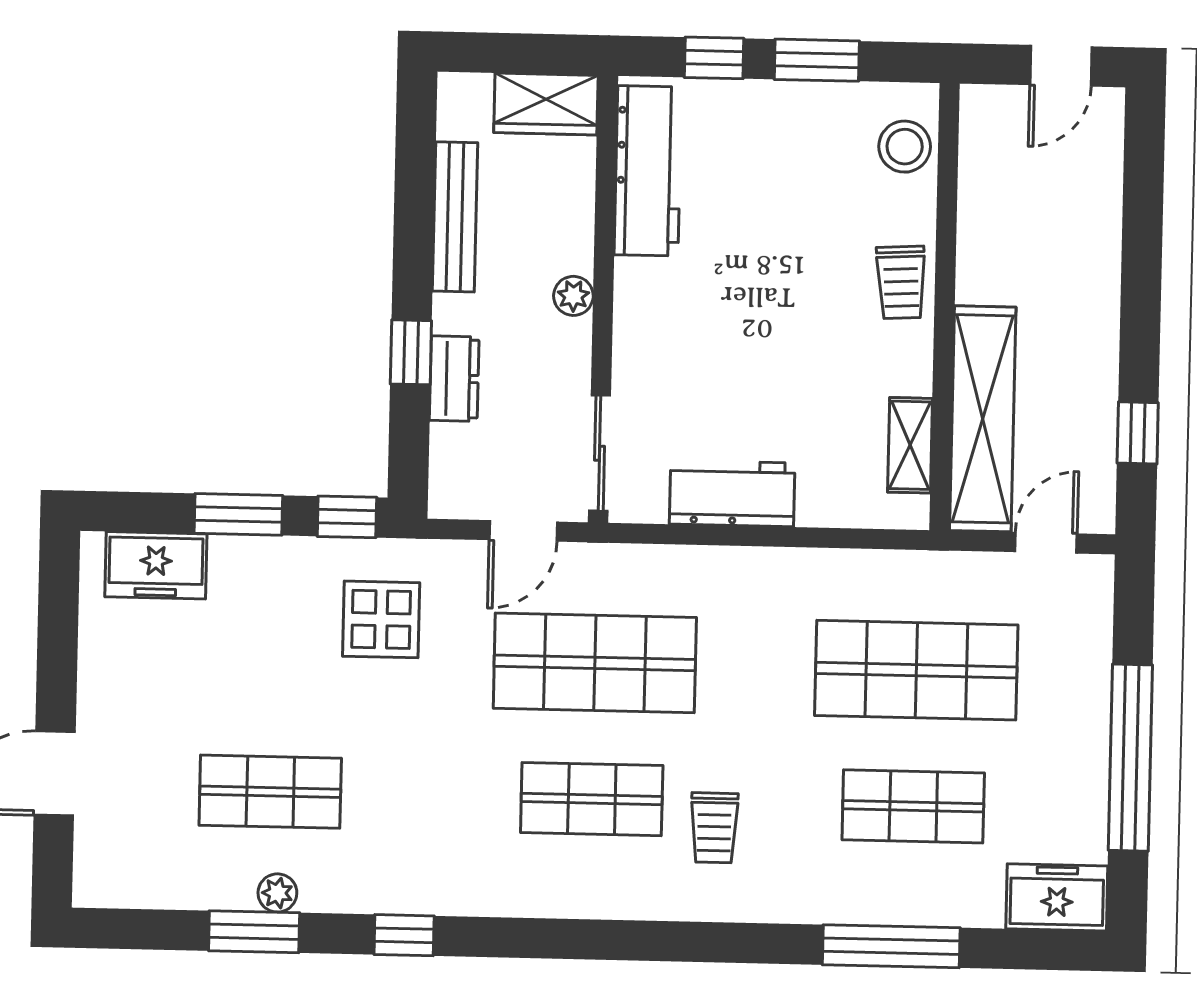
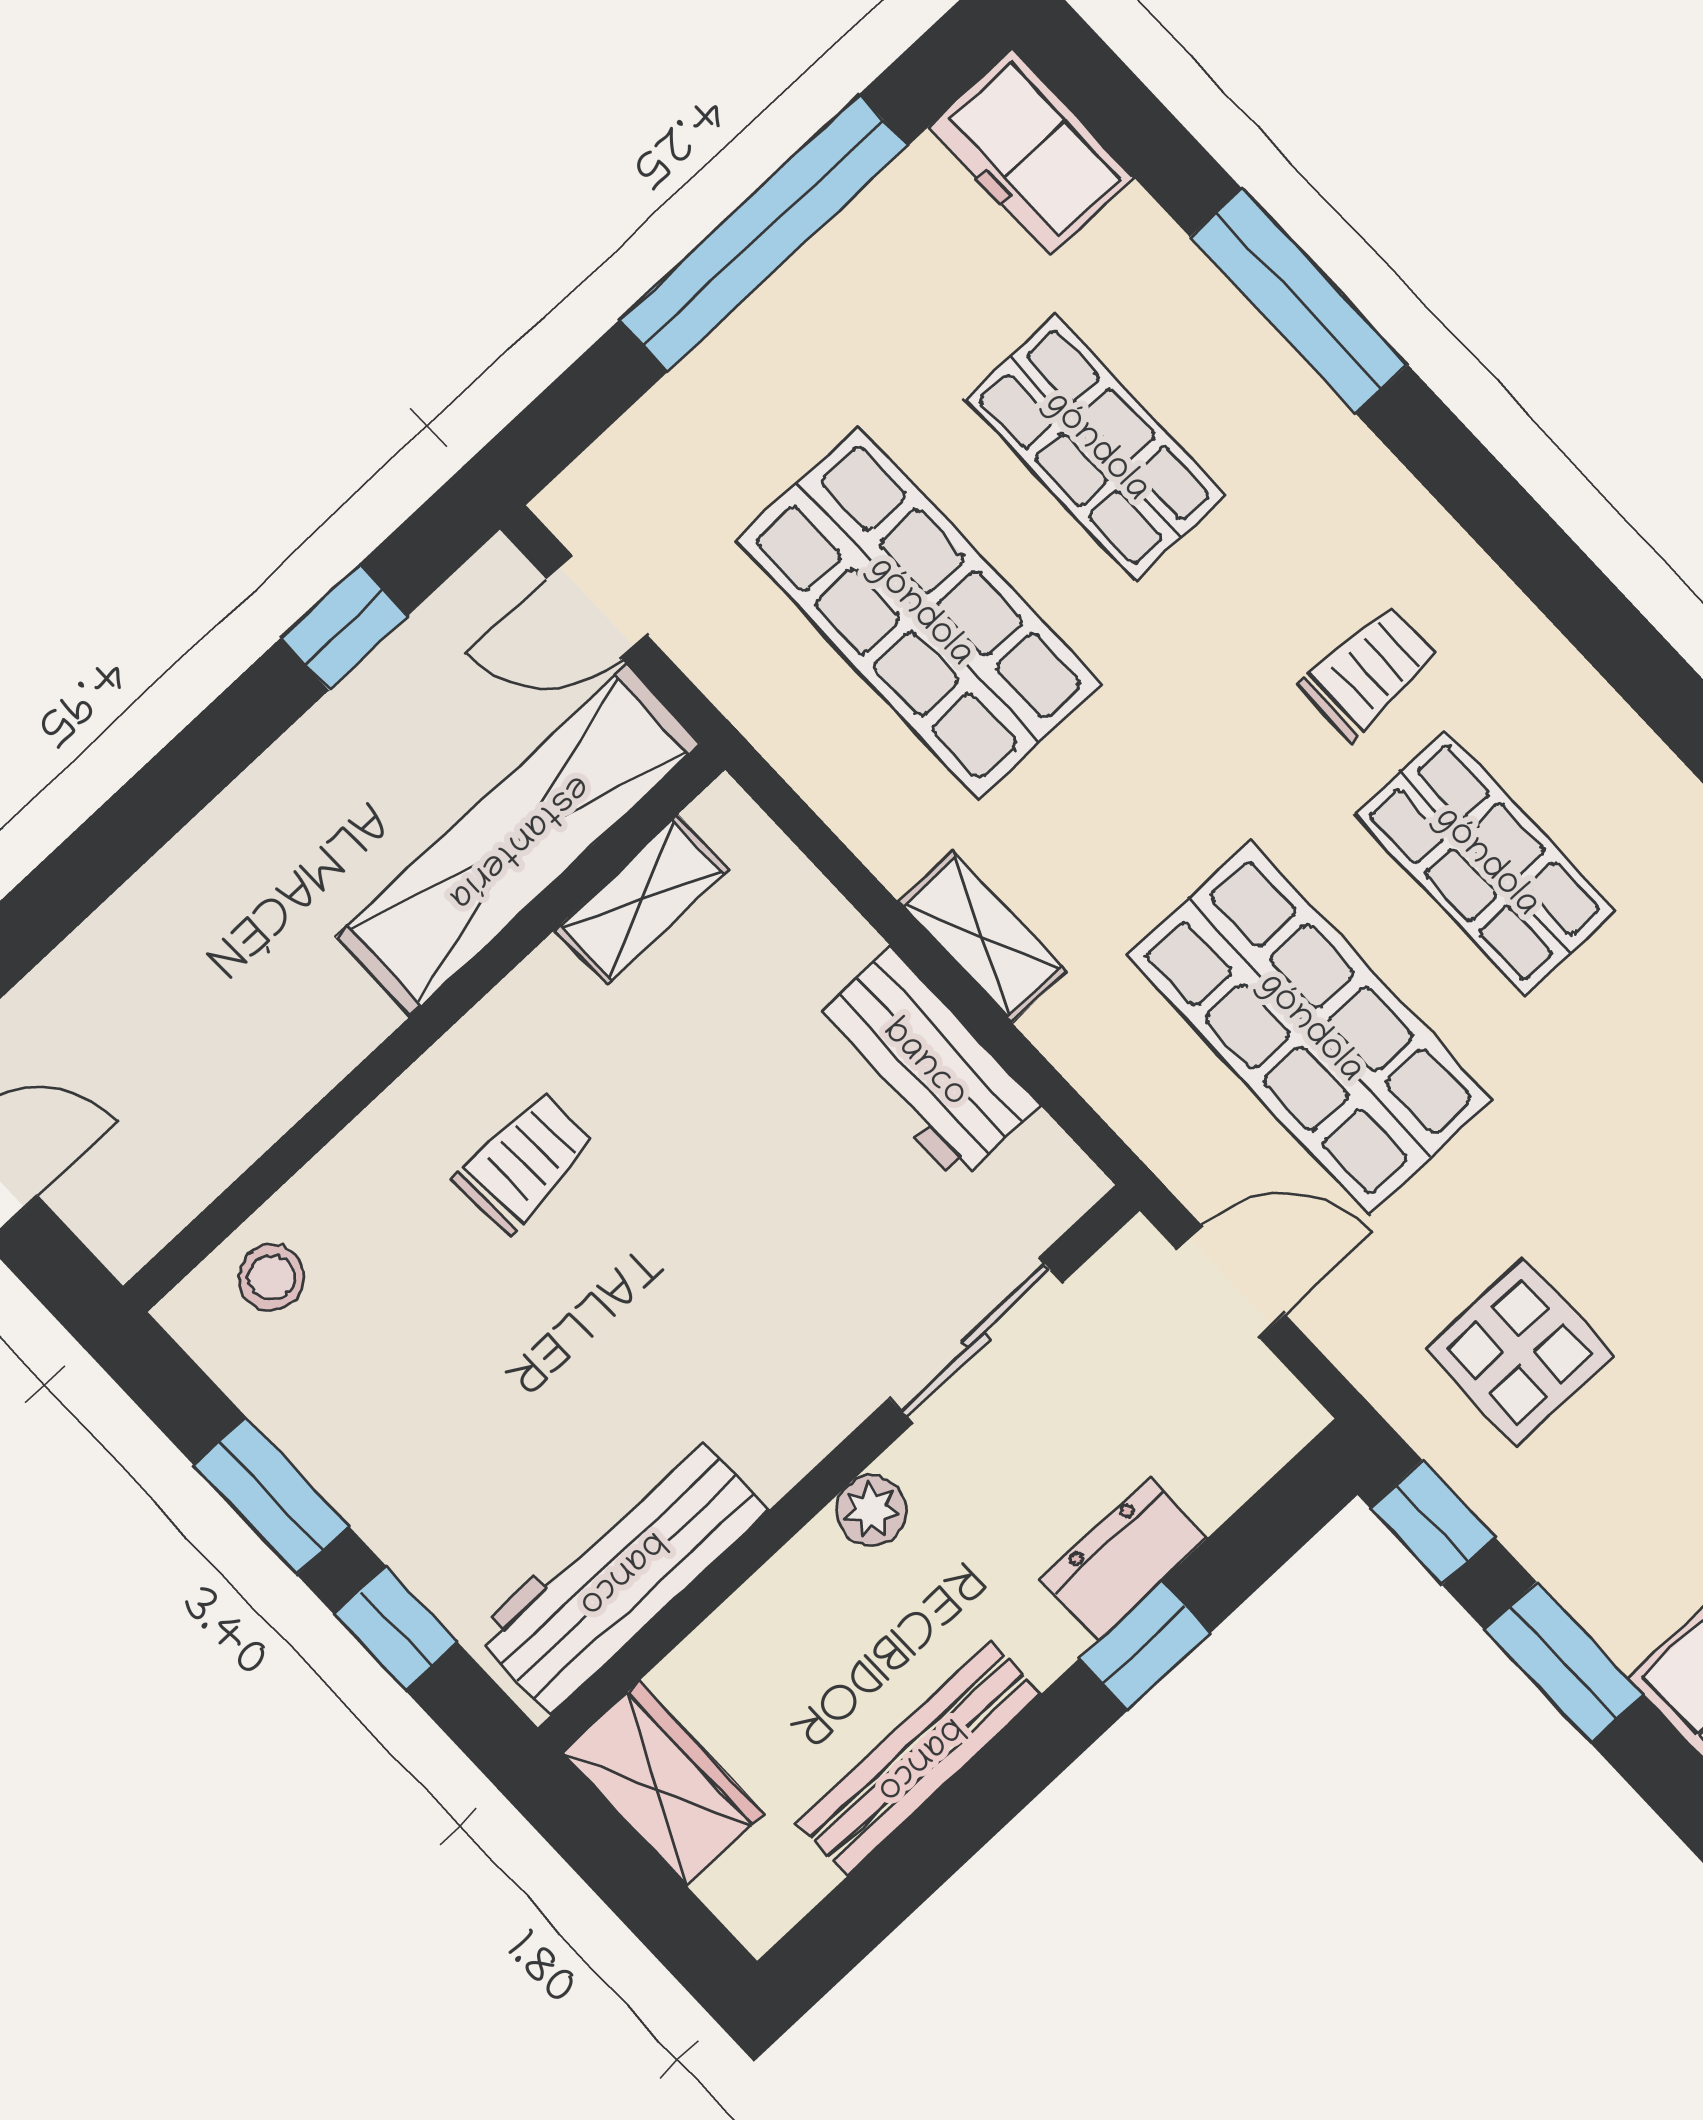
stool: (905, 147) -> (271, 1277), width x0.73, depth x0.73
trolley: (901, 282) -> (524, 1162), moved
sliding door: (600, 453) -> (976, 1341), moved
shelving: (760, 567) -> (982, 937), added

